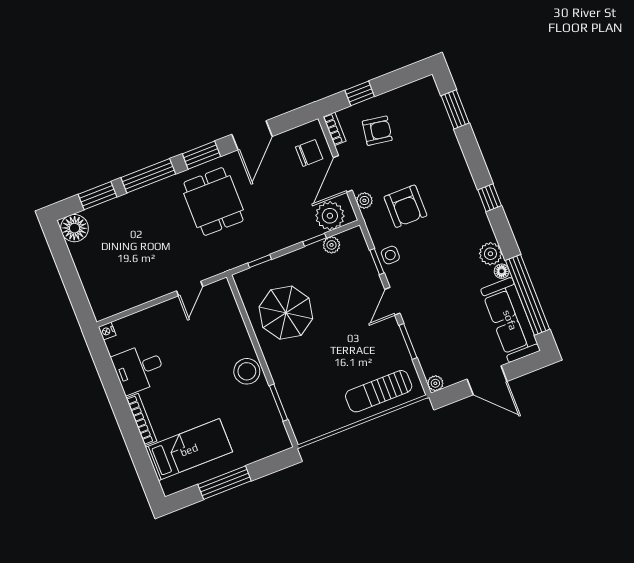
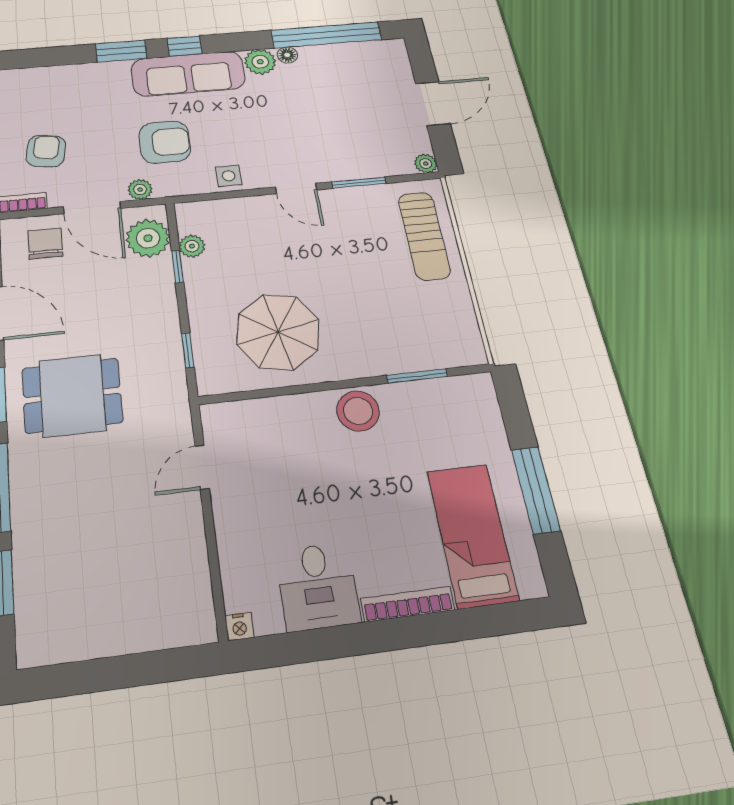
window: (455, 109) -> (121, 51), moved
floor lamp: (74, 228) -> (41, 640), removed
window: (377, 262) -> (233, 194), removed
door: (190, 289) -> (202, 467), swing flipped
sofa: (510, 320) -> (188, 74), moved

